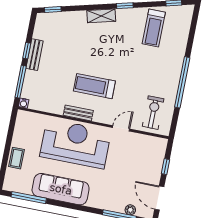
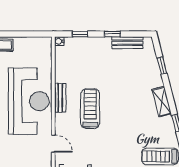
window: (53, 10) -> (162, 66), moved
bench: (35, 55) -> (128, 43), moved
window: (21, 82) -> (80, 34), width x0.46

